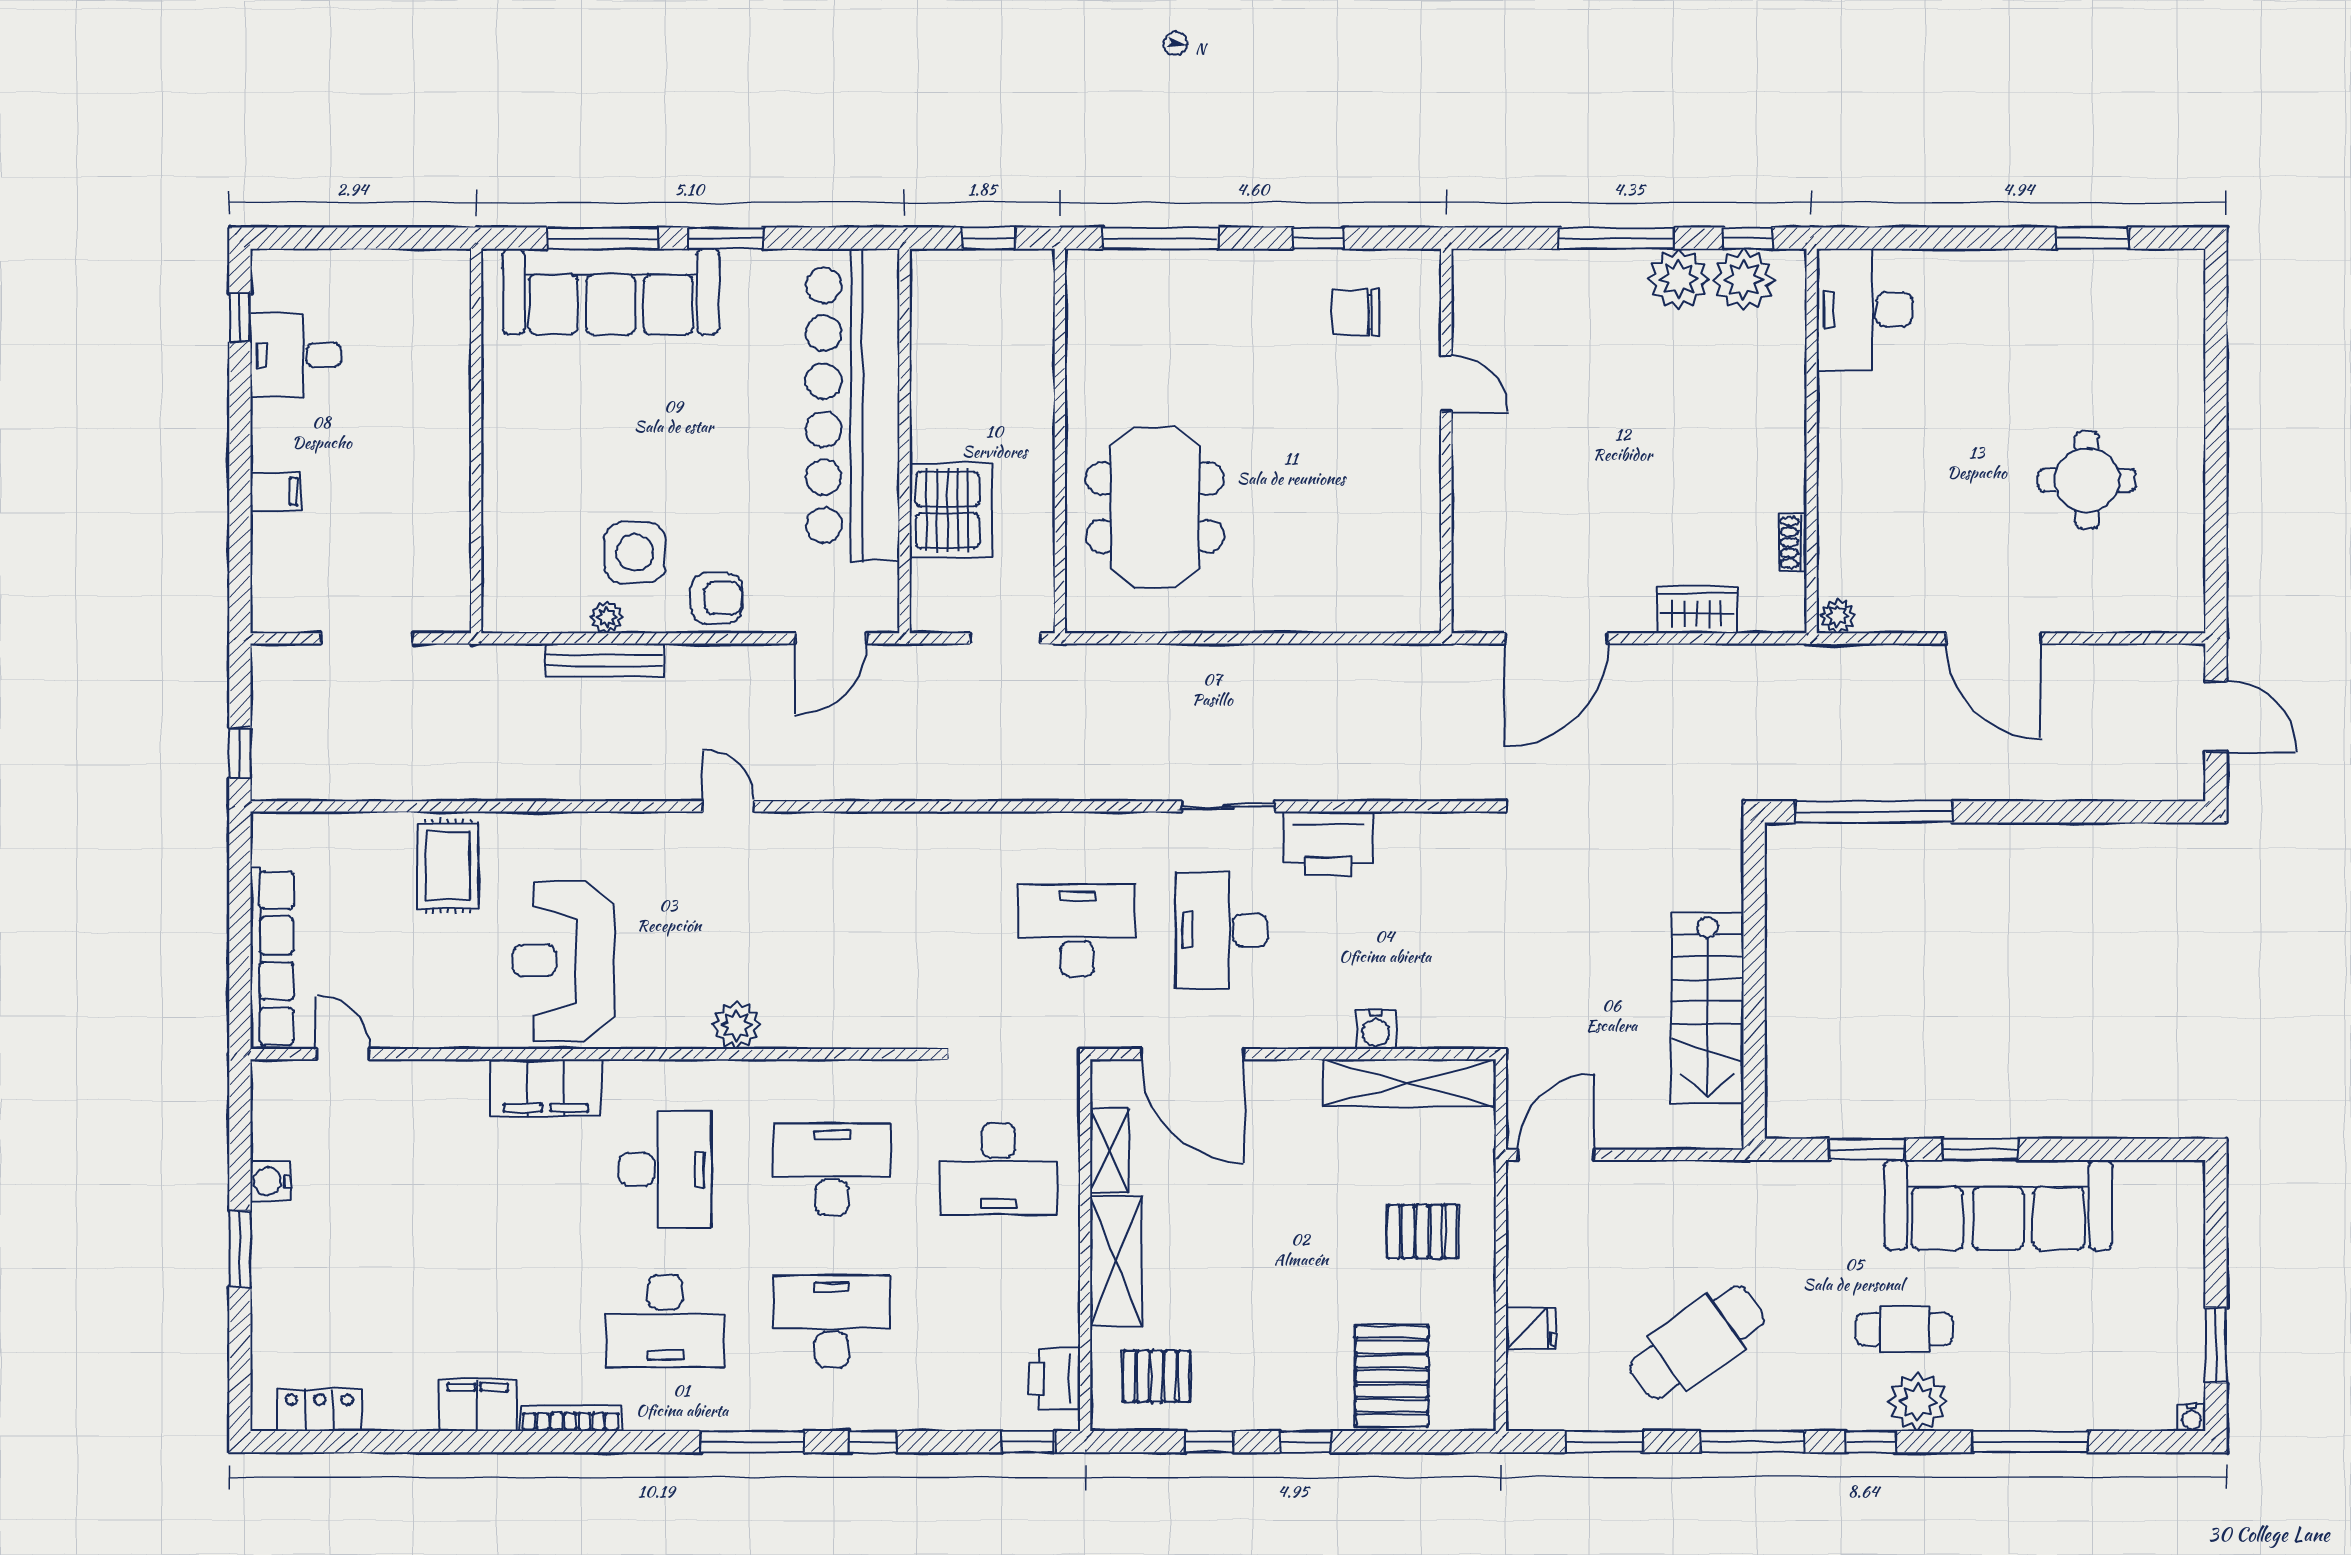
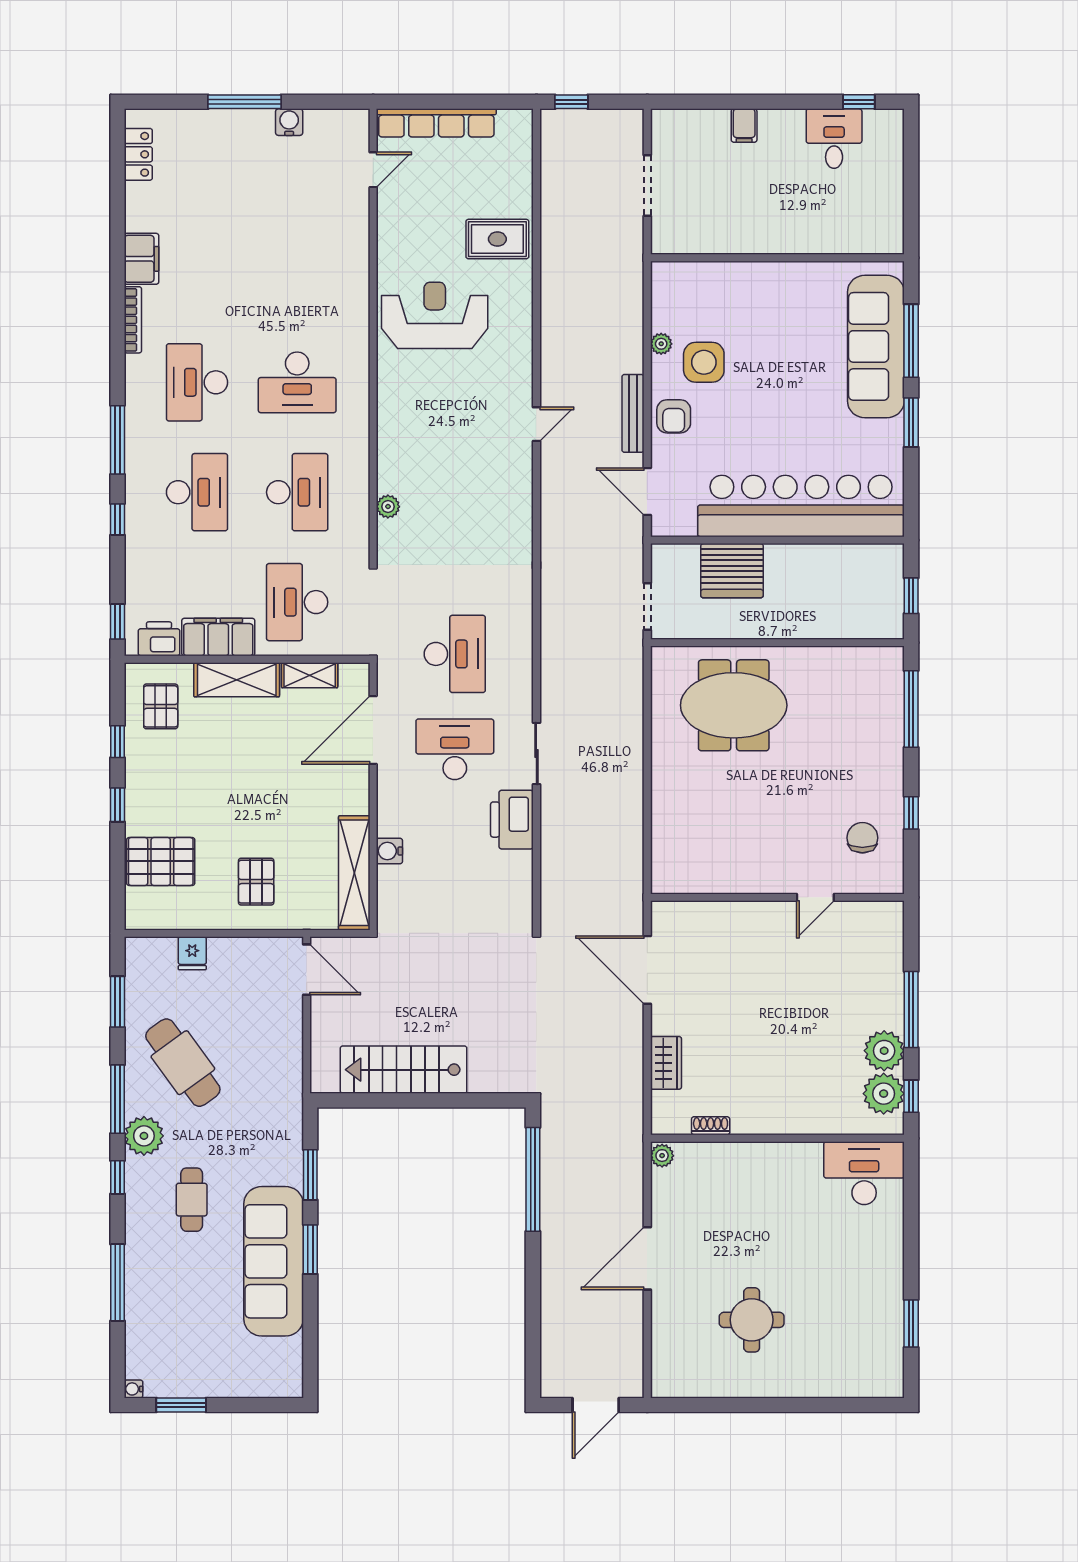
bench: (605, 660) -> (633, 413), moved
plant: (736, 1025) -> (388, 507), moved, width x0.73, depth x0.73
filing cabinet: (546, 1088) -> (218, 637), moved, turned 90
window: (240, 1249) -> (245, 102), width x1.44
plant: (1918, 1402) -> (144, 1136), moved

